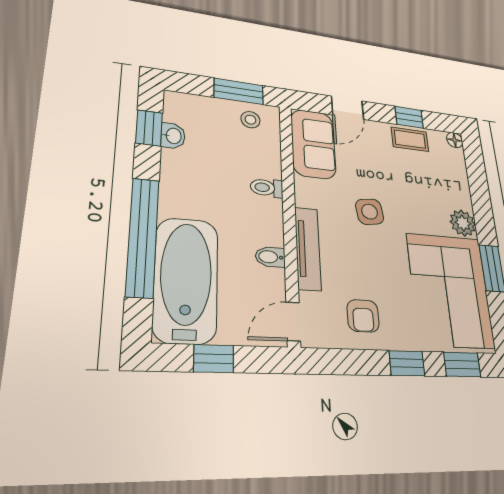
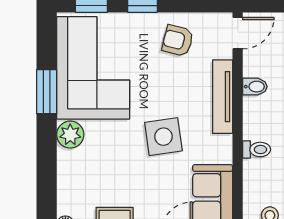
side table: (370, 212) -> (163, 137), width x1.37, depth x1.37
armchair: (363, 316) -> (178, 41), turned -76

